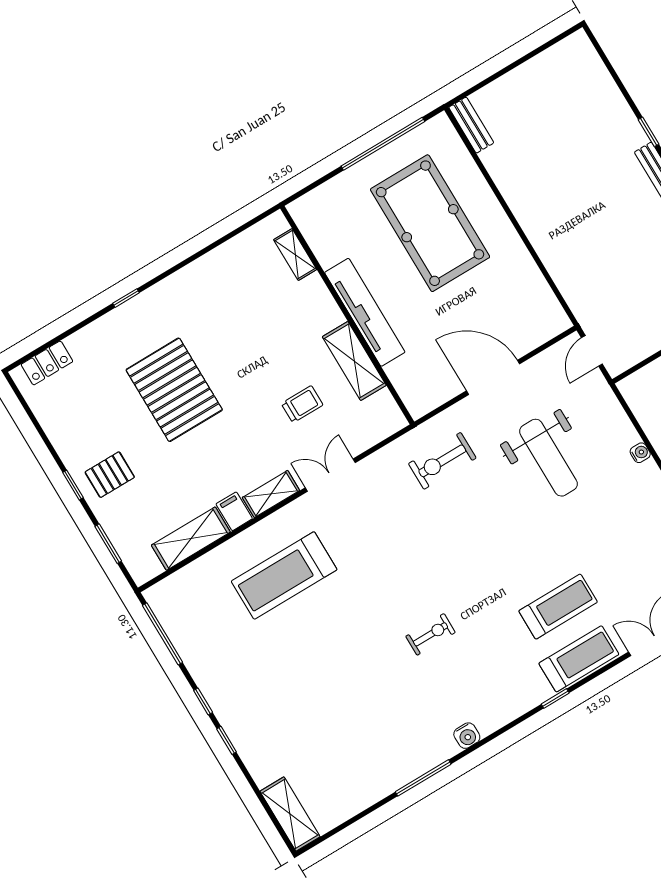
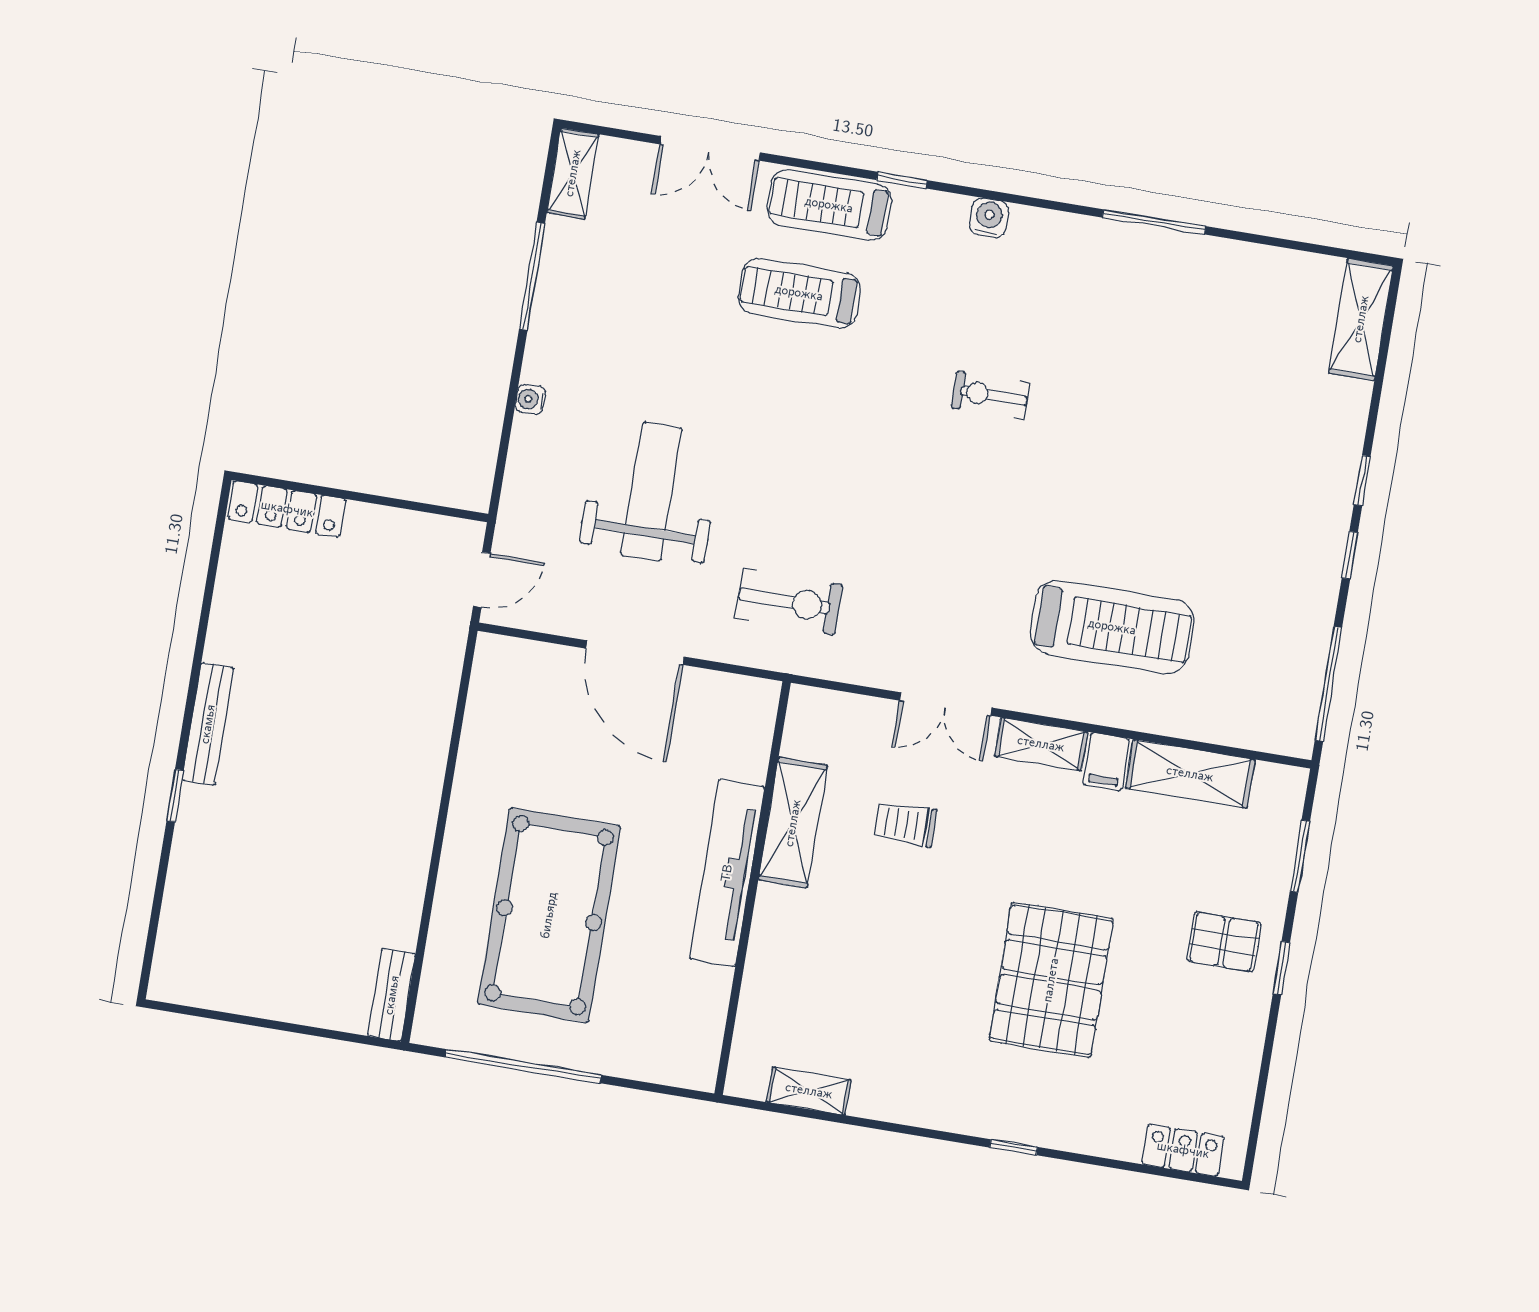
shelving: (295, 255) -> (809, 1091), moved, turned 90
water cooler: (467, 736) -> (989, 218), moved

